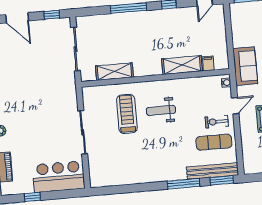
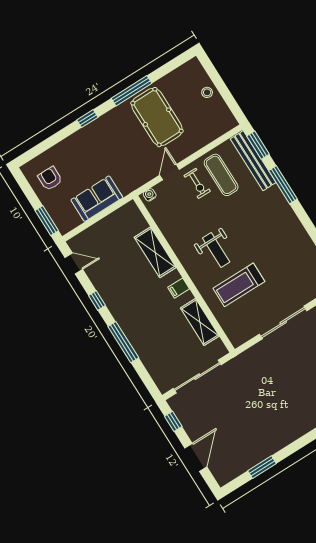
filing cabinet: (208, 63) -> (179, 288), moved
sofa: (245, 66) -> (97, 199), moved
door: (235, 106) -> (170, 172), hinge flipped

